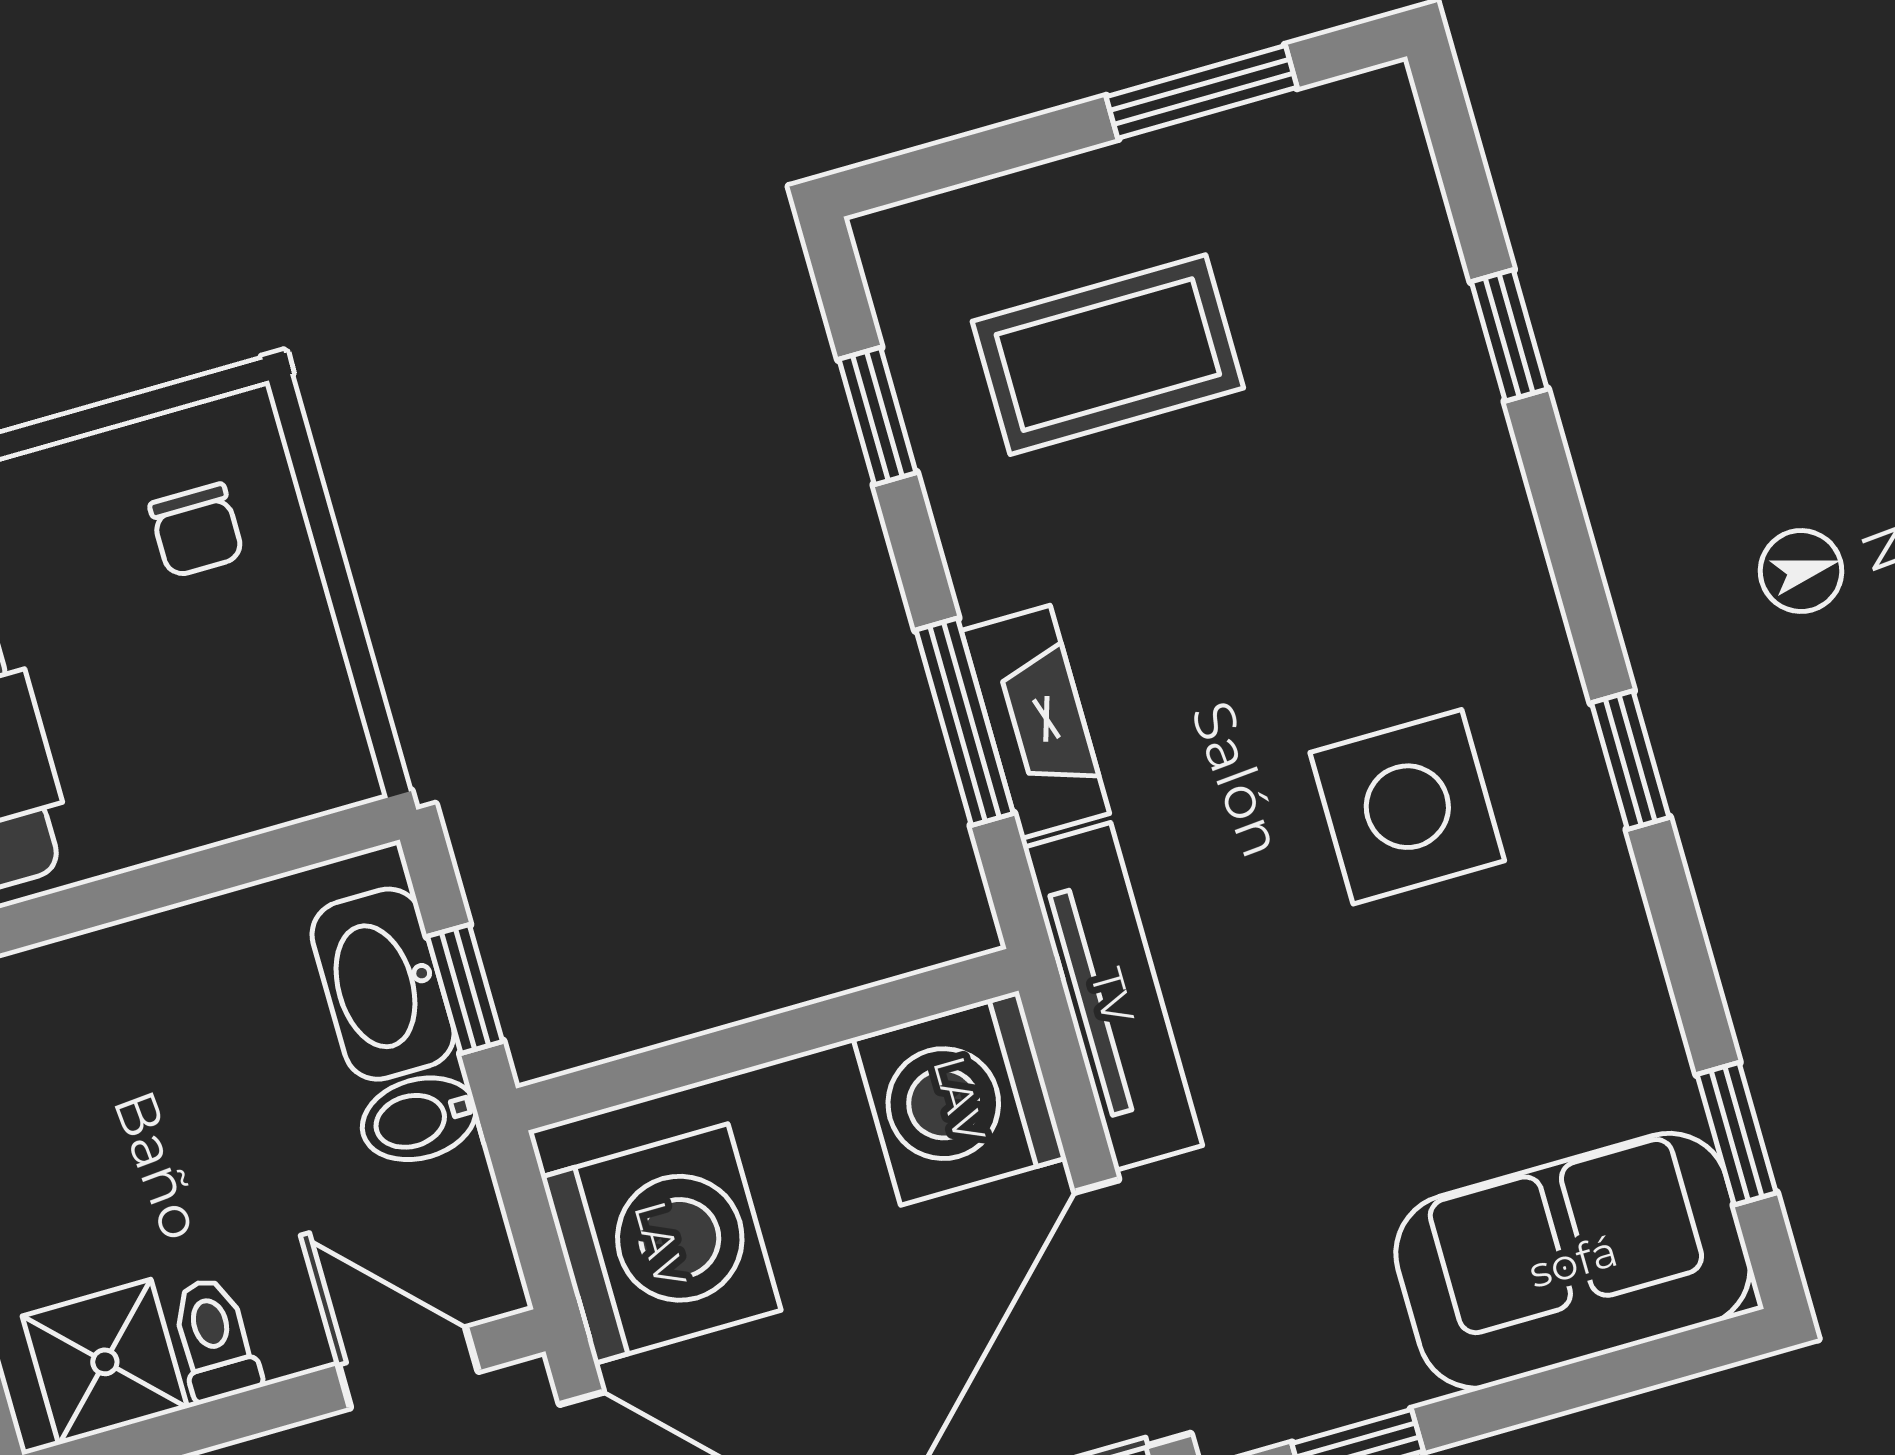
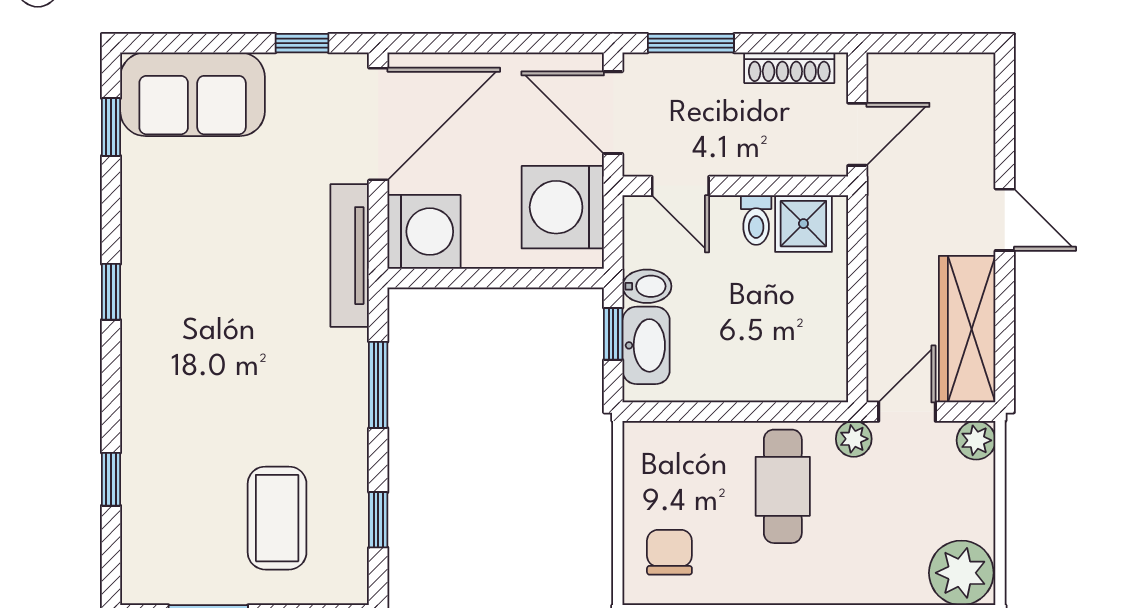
coffee table: (1108, 355) -> (277, 518), turned 90
chair: (196, 530) -> (669, 552), width x1.37, depth x1.37
fireplace: (1035, 722) -> (349, 377), removed
side table: (1407, 807) -> (207, 299), removed

